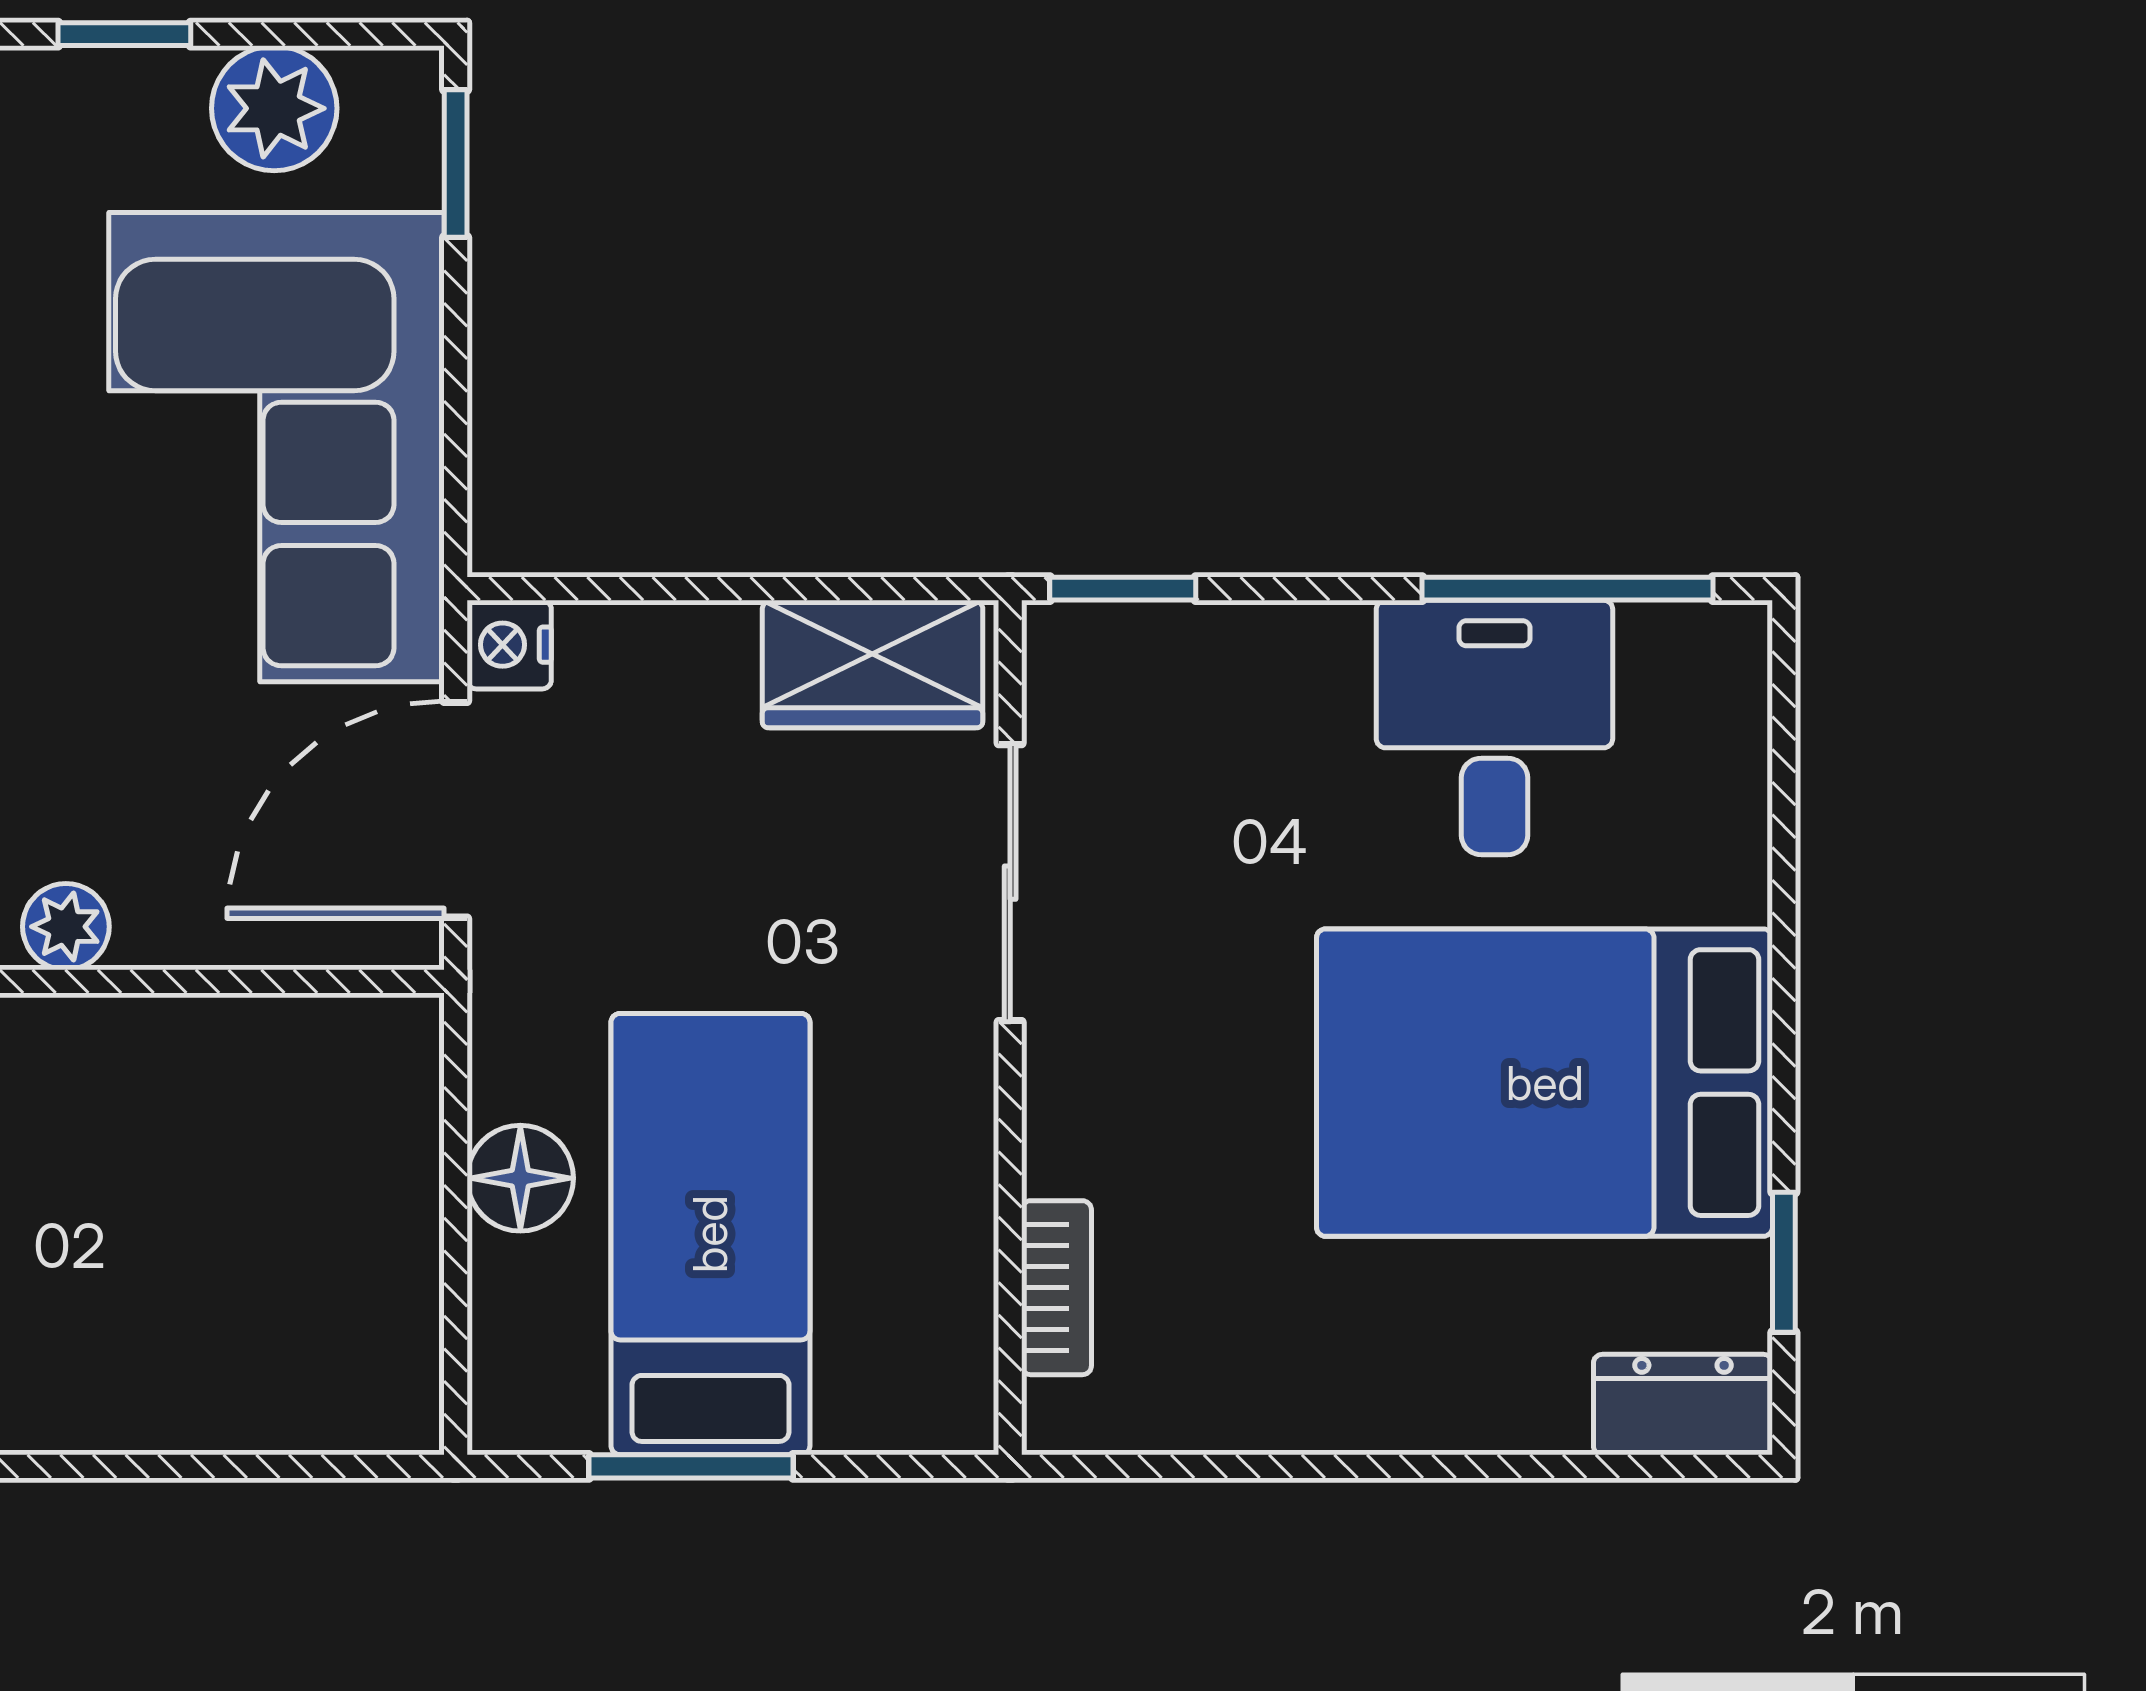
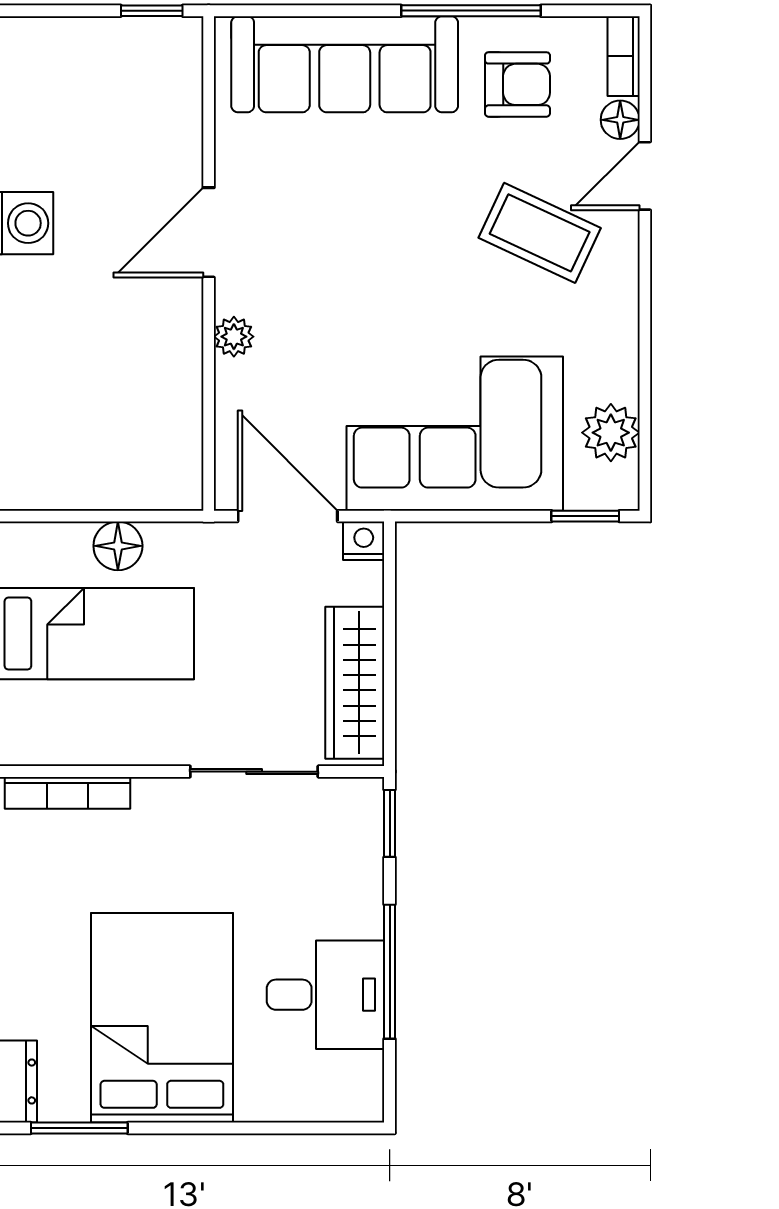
window: (124, 34) -> (645, 364), removed
window: (1567, 589) -> (390, 972), moved
wardrobe: (873, 664) -> (355, 683), width x1.50
window: (1784, 1262) -> (79, 1128), width x1.50
bookcase: (1056, 1288) -> (67, 793), width x1.56

